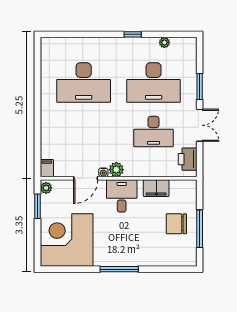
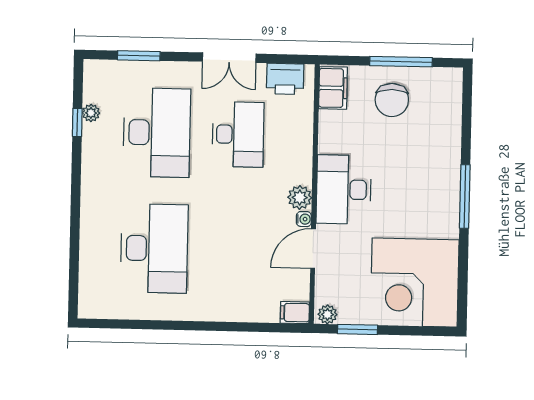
window: (133, 34) -> (77, 122), moved
window: (200, 86) -> (139, 56), moved
double door: (200, 125) -> (229, 58), swing flipped
door: (86, 178) -> (313, 249), swing flipped
filing cabinet: (156, 188) -> (333, 88), moved
desk: (122, 196) -> (344, 189), width x1.37

